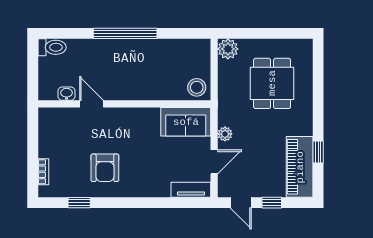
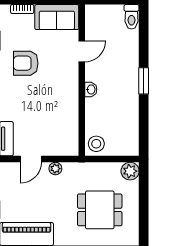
window: (125, 33) -> (144, 81), width x0.47
washbasin: (67, 94) -> (91, 89), moved
sofa: (186, 122) -> (57, 17), moved, turned -90
door: (214, 162) -> (31, 159), hinge flipped

